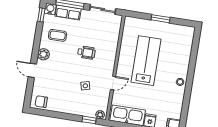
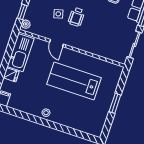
wheelchair: (87, 53) -> (76, 17), moved
lab bench: (146, 61) -> (74, 81), turned 180

